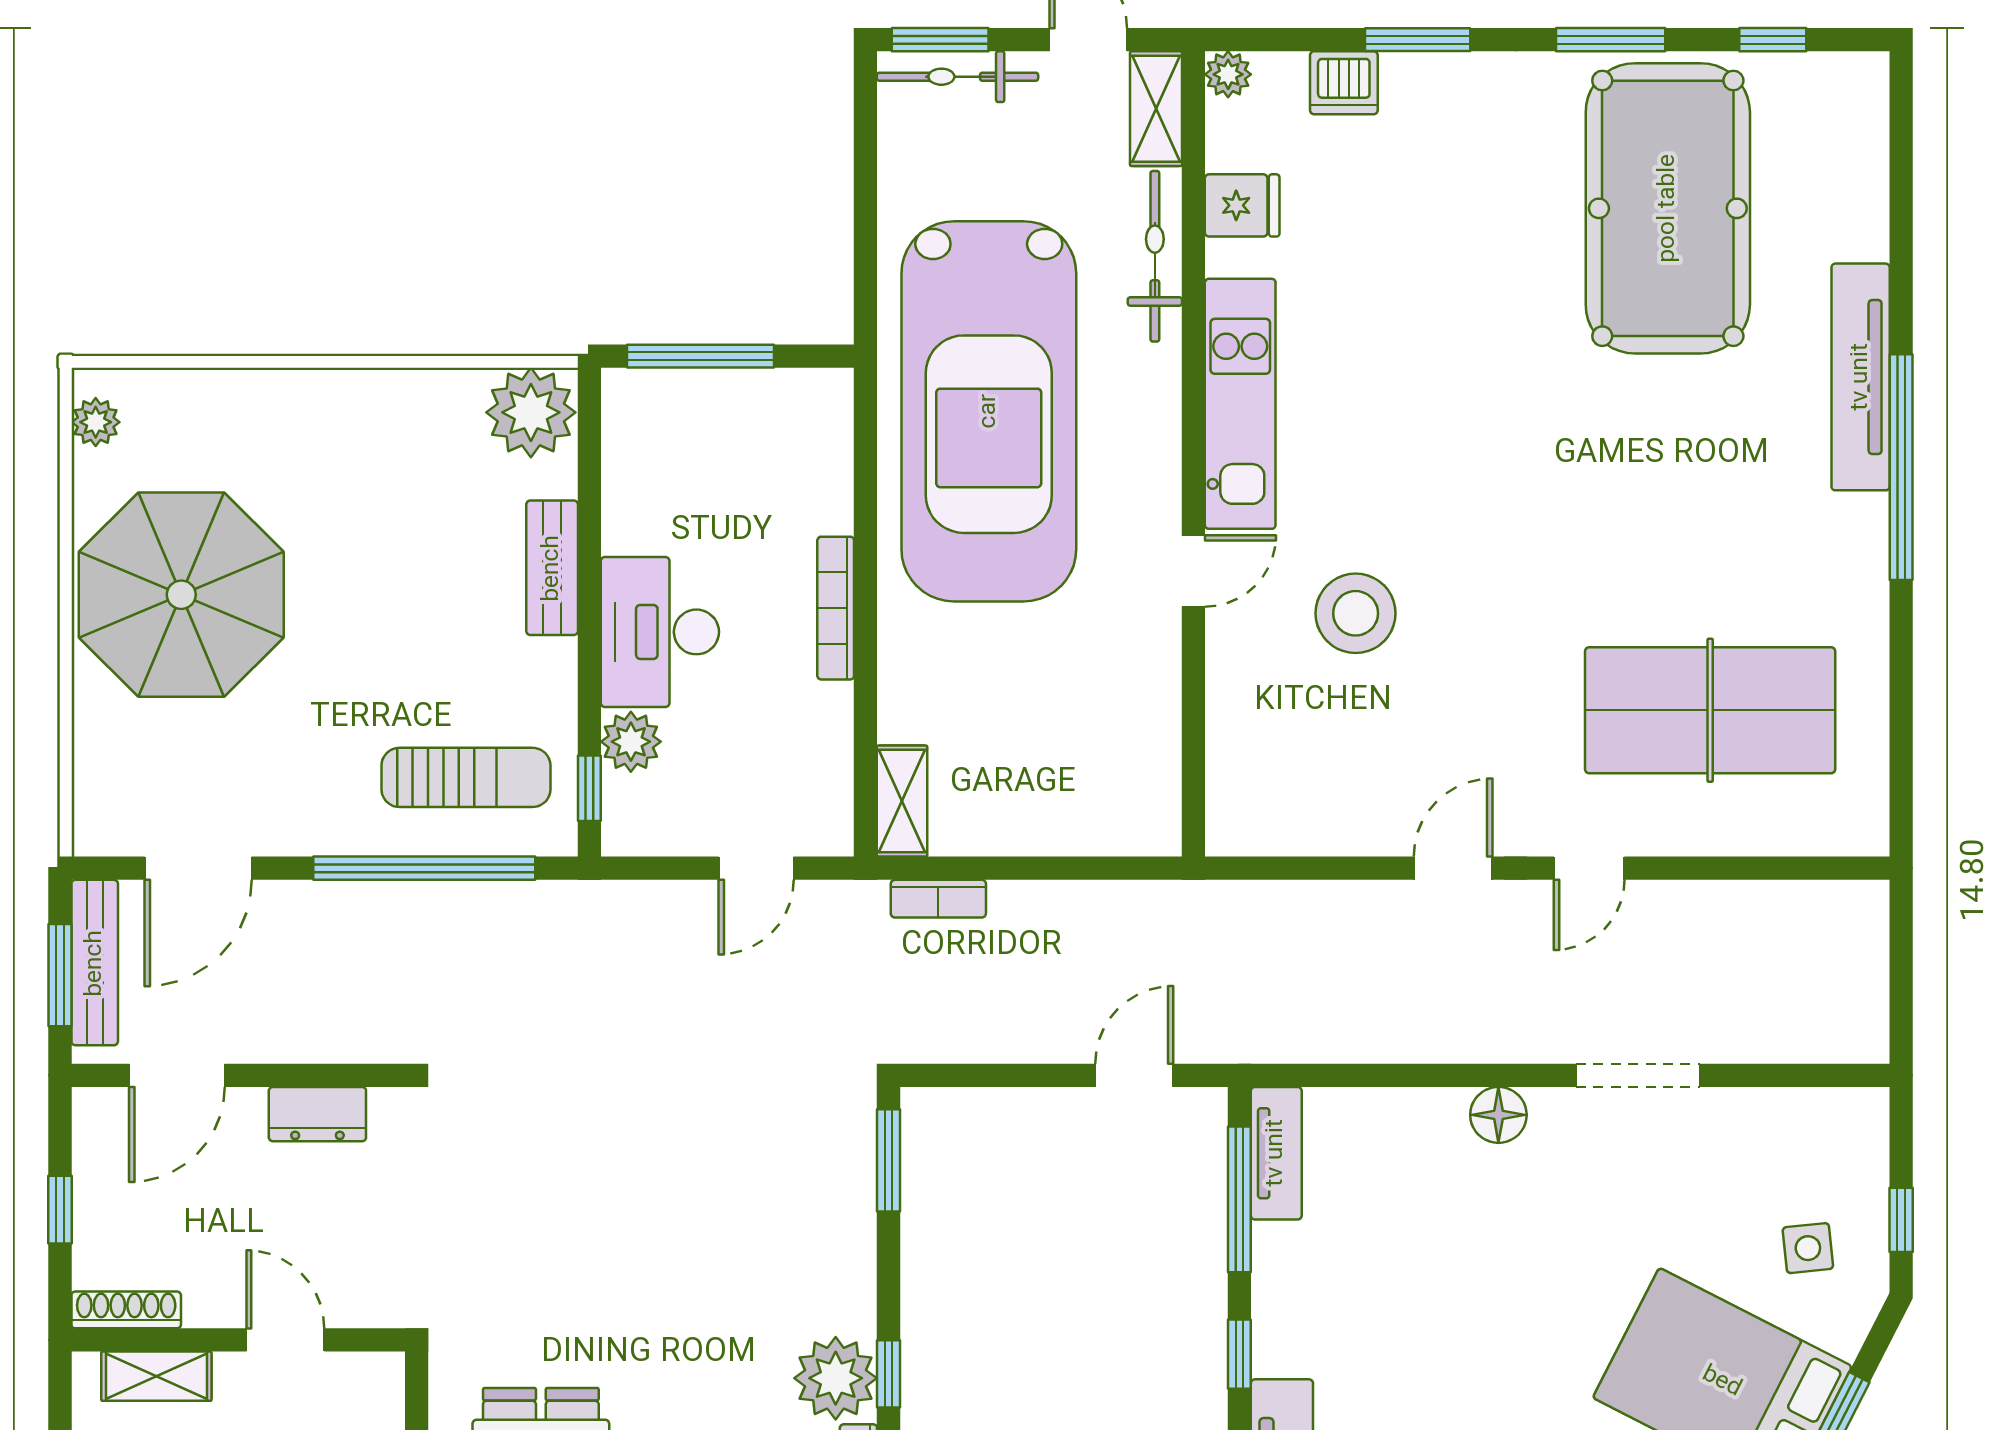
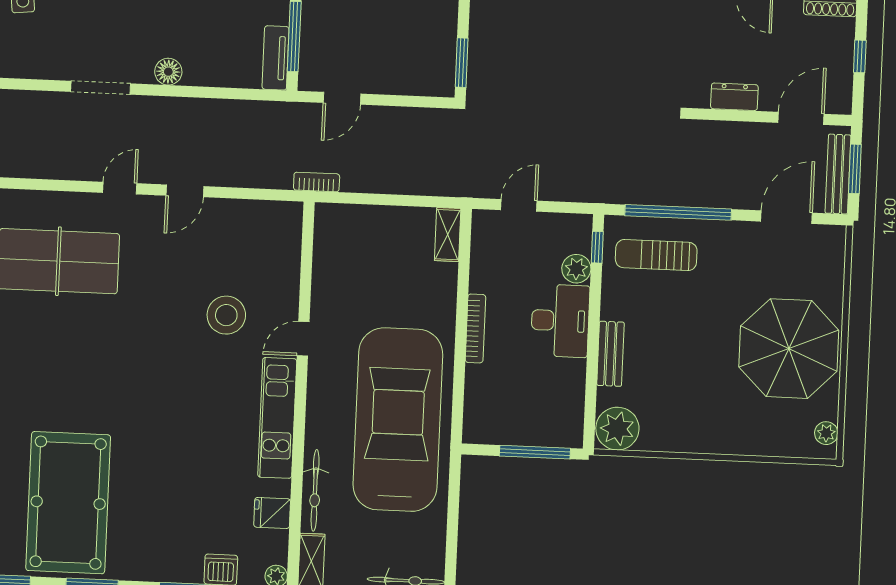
bookcase: (938, 899) -> (317, 182), moved

